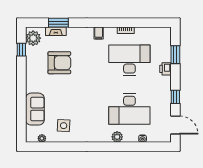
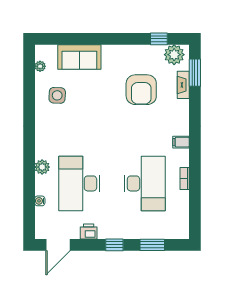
window: (58, 23) -> (195, 73), moved
printer: (165, 69) -> (89, 232), moved
window: (175, 97) -> (114, 245), moved

